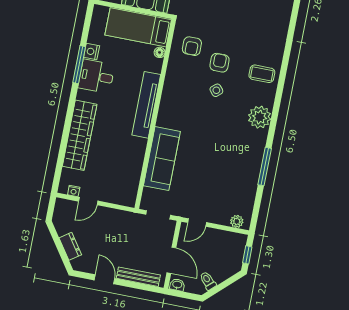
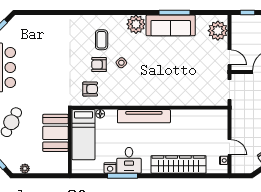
coffee table: (262, 74) -> (102, 40), moved
sofa: (162, 159) -> (171, 25), moved, turned 180
plant: (237, 221) -> (218, 31), width x1.88, depth x1.88

